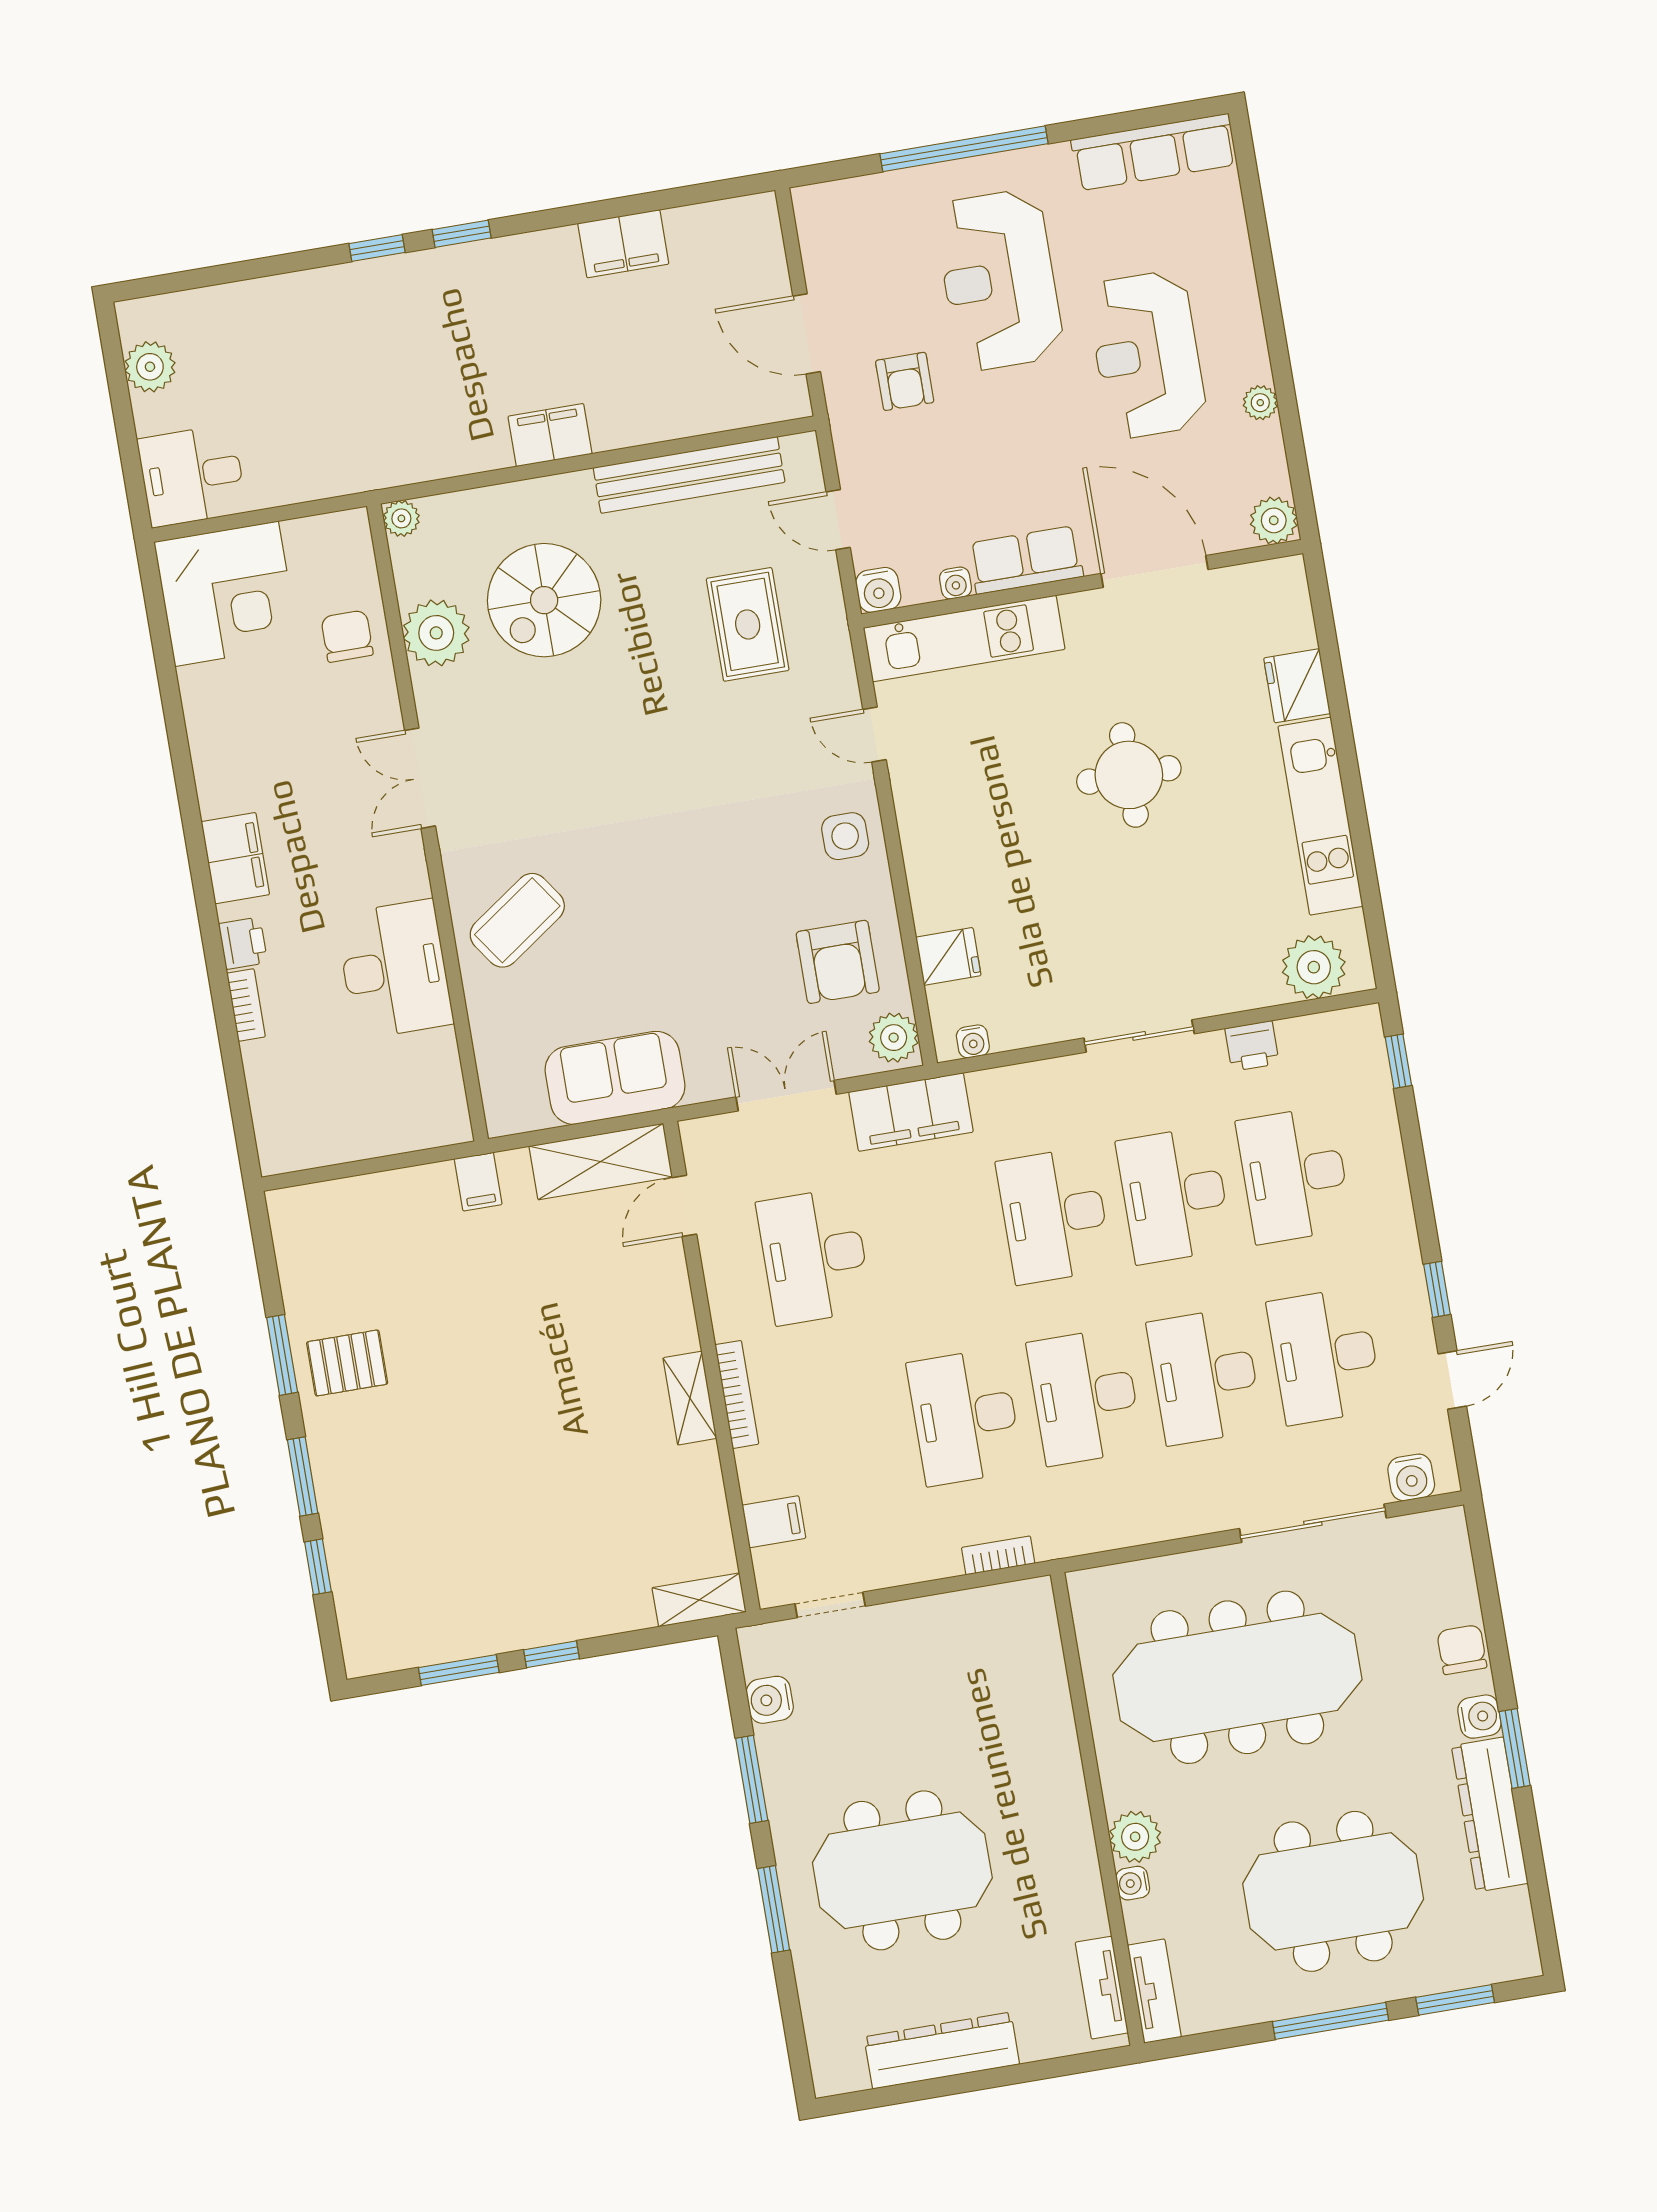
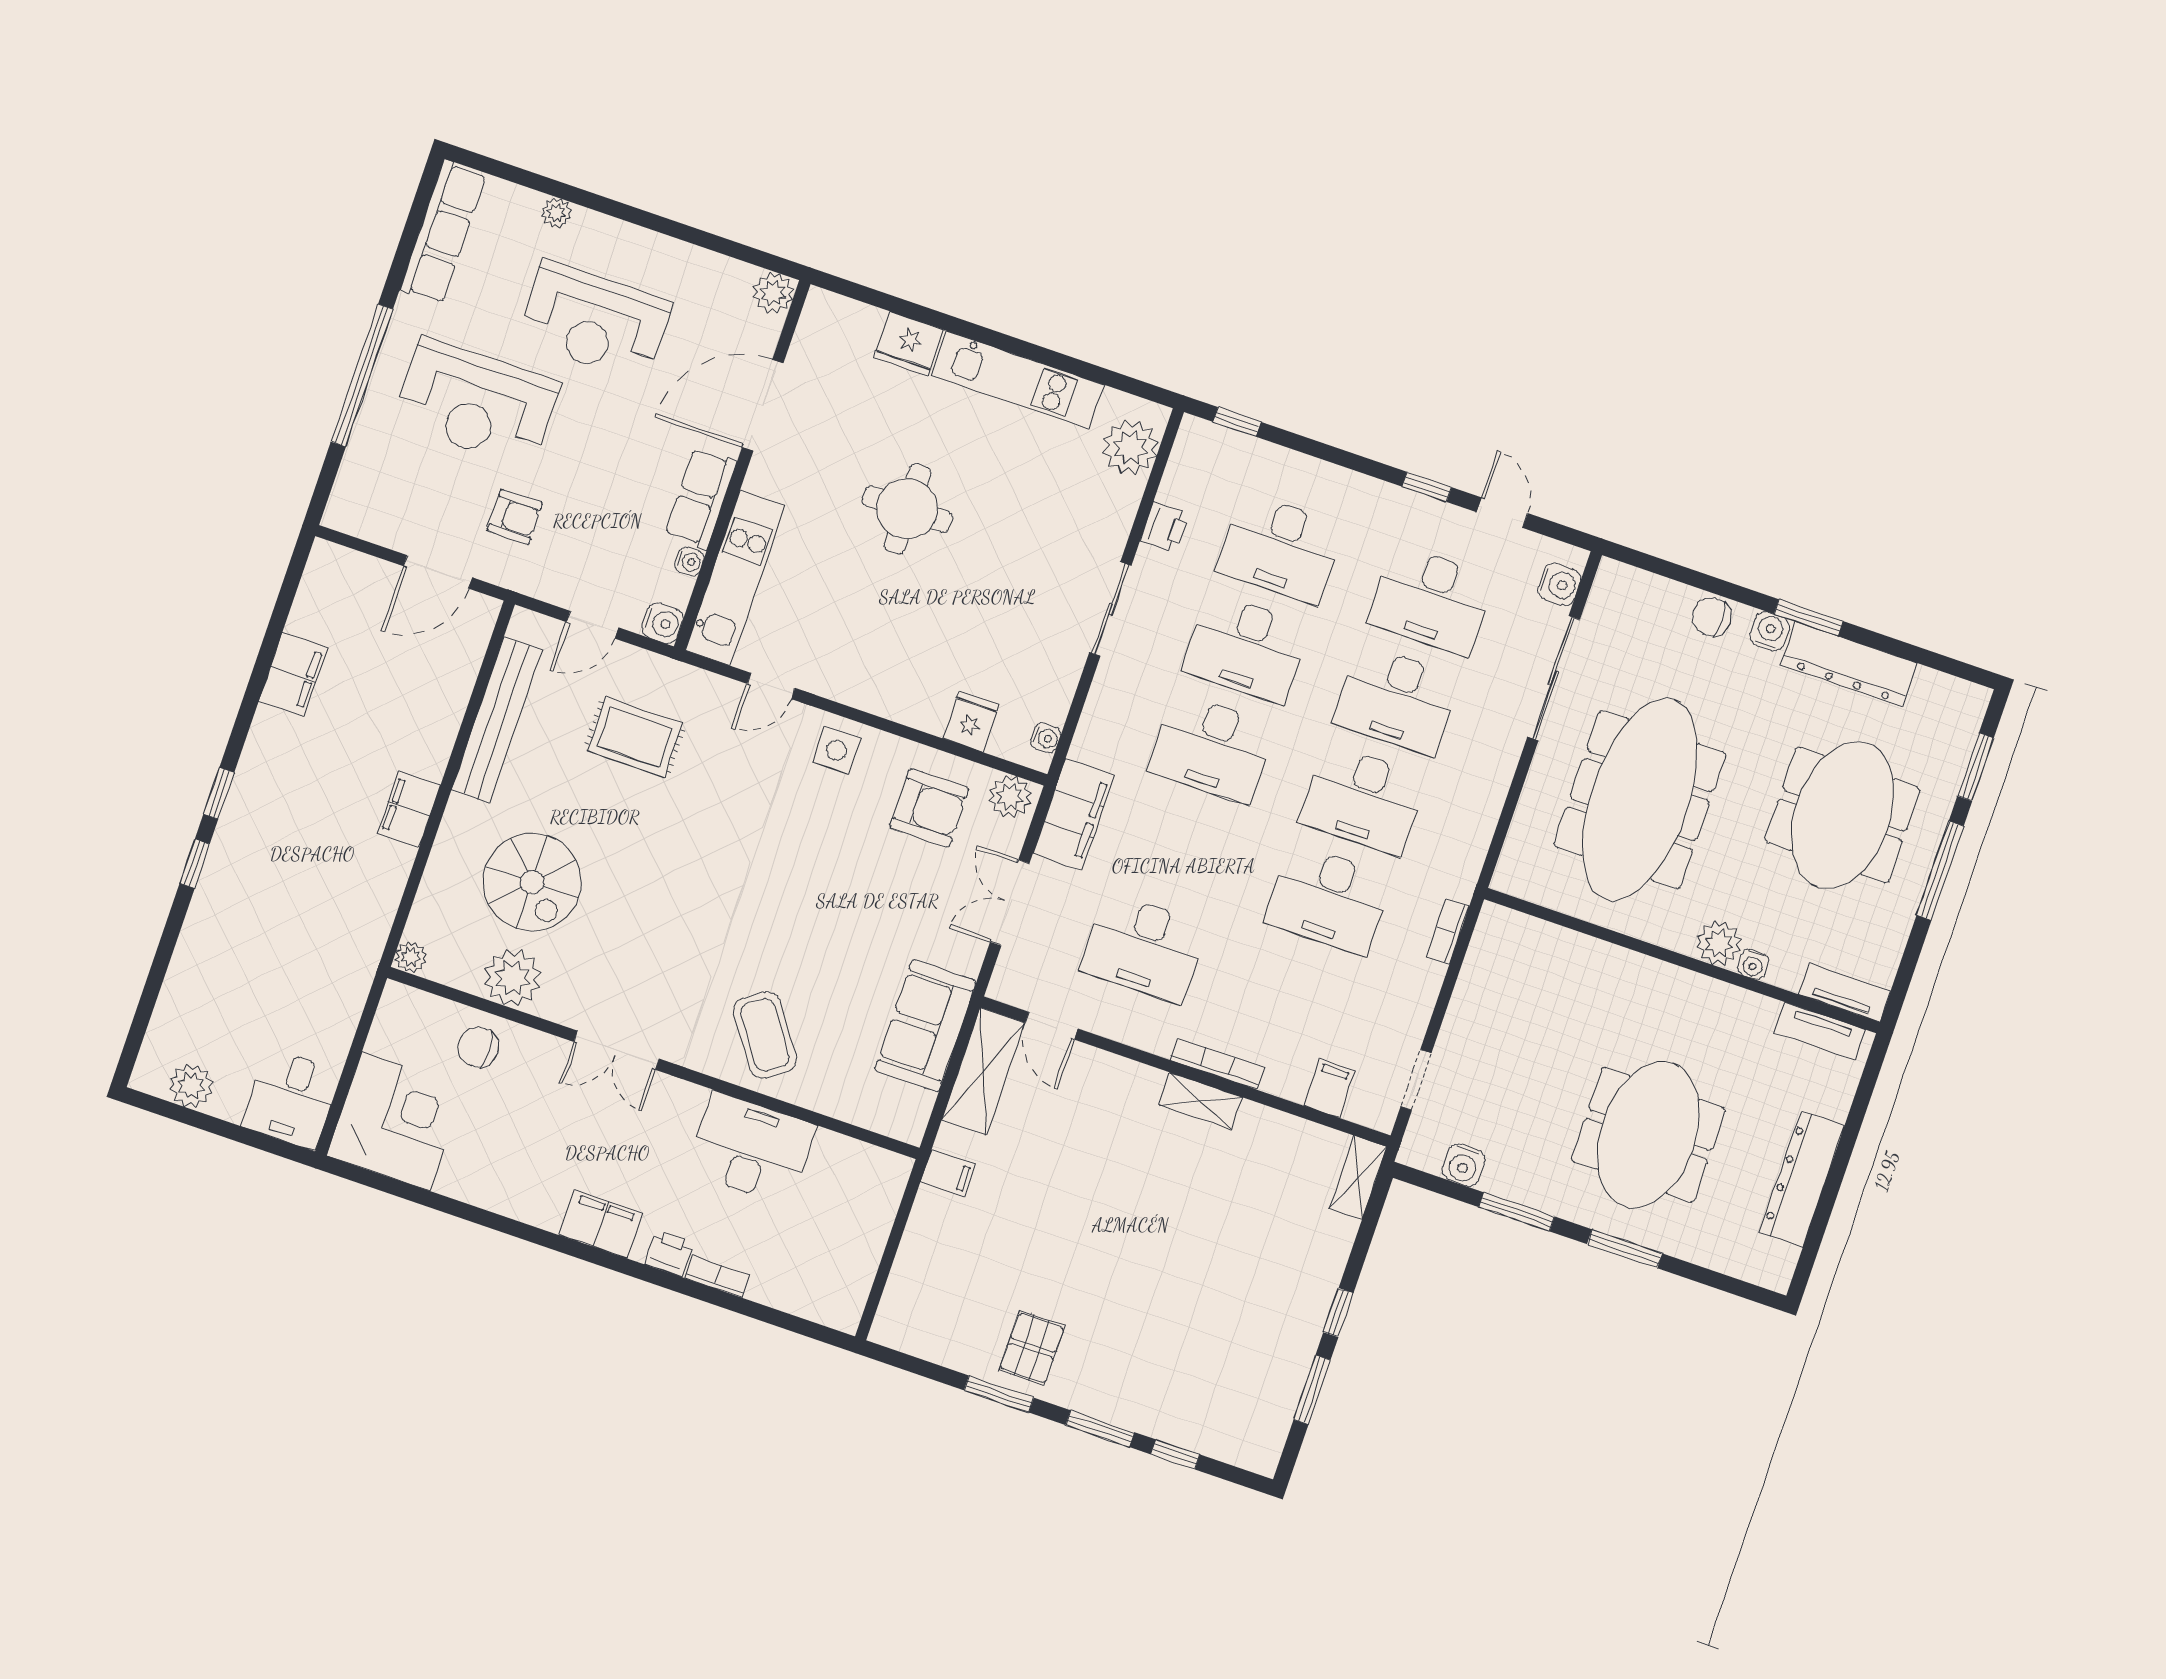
plant: (1260, 403) -> (557, 213), moved

